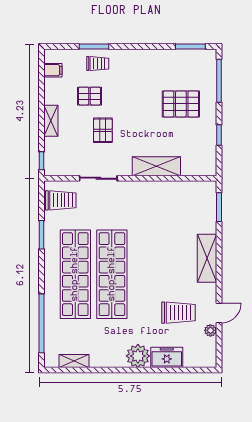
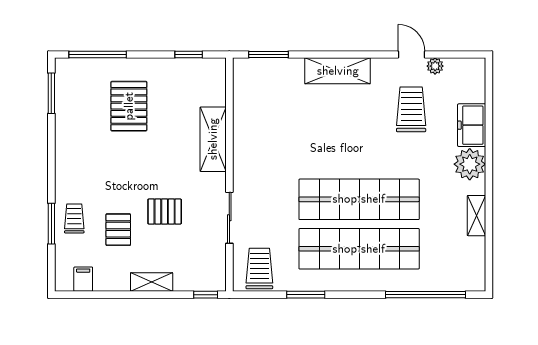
window: (219, 135) -> (189, 55), moved
shelving: (74, 361) -> (476, 216), moved

